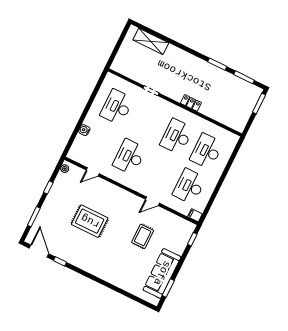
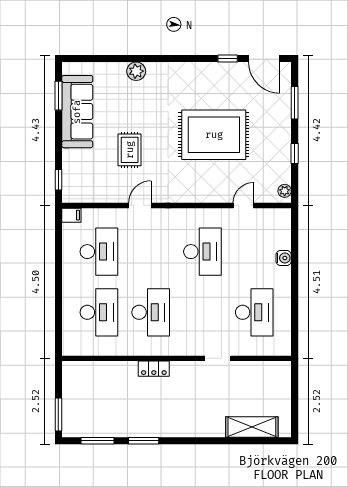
rug: (90, 221) -> (214, 135), width x1.37, depth x1.44
plant: (116, 280) -> (136, 71), added

